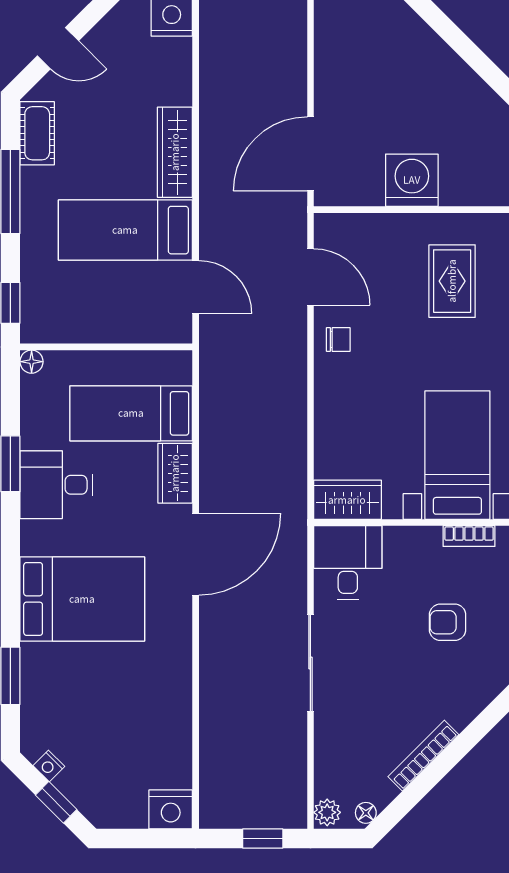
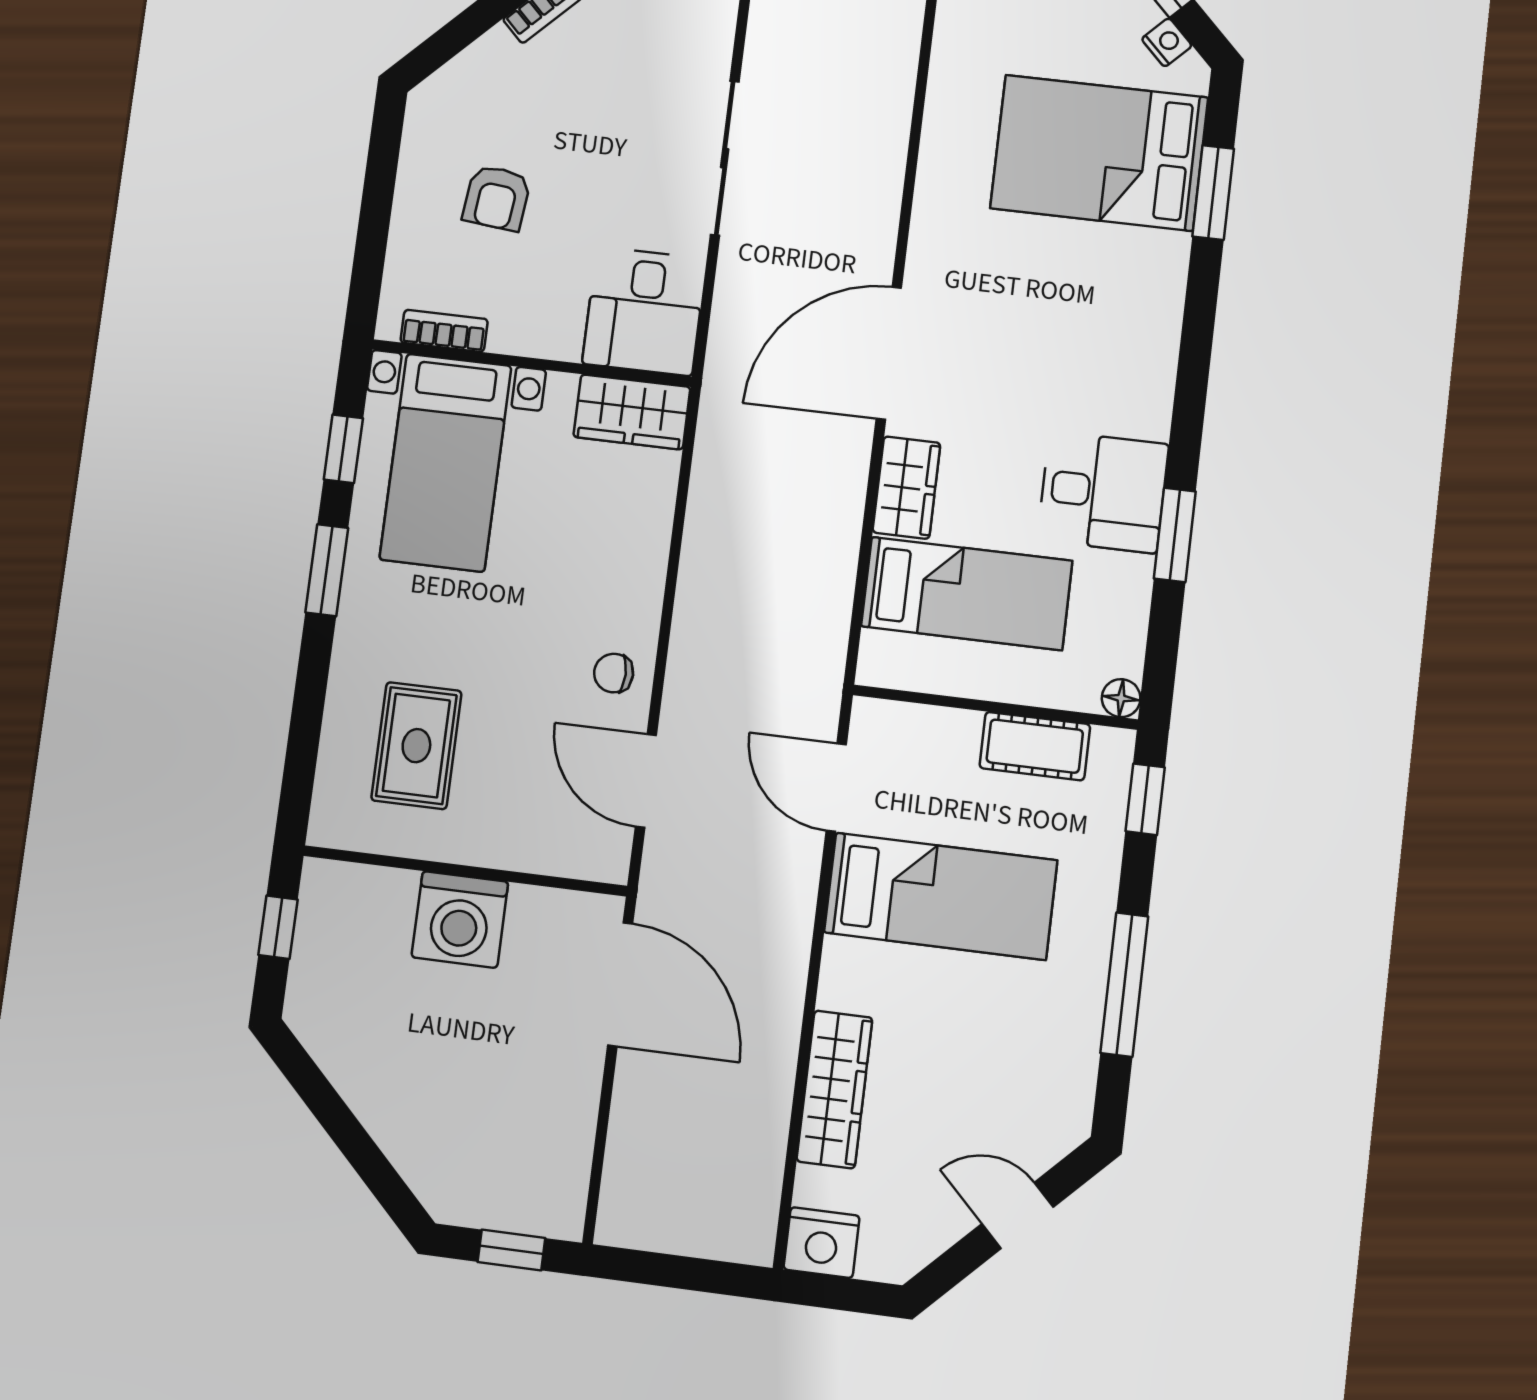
cot: (37, 133) -> (1035, 746), moved, turned 90
wardrobe: (175, 152) -> (834, 1089), moved
door: (310, 154) -> (620, 984), hinge flipped
bed: (82, 599) -> (1099, 153), moved
armchair: (448, 622) -> (497, 198), turned 96

